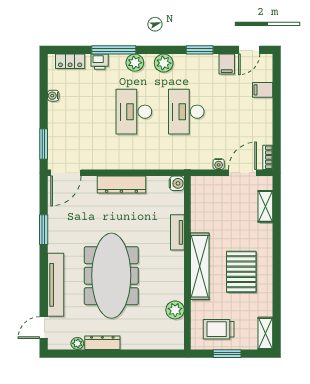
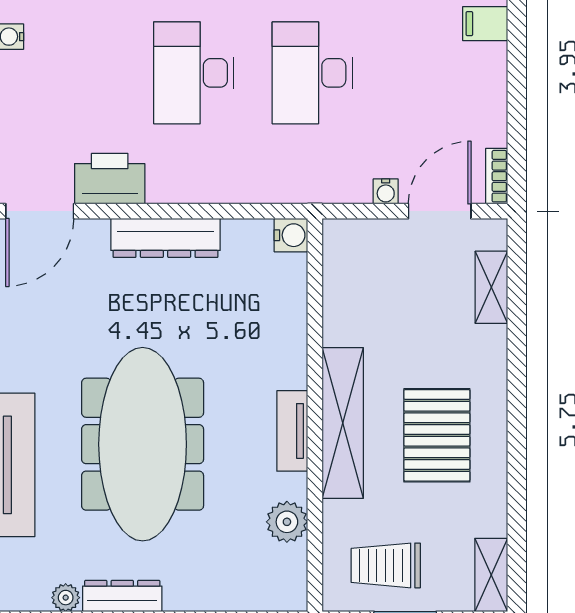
printer: (97, 158) -> (110, 179), added
tv unit: (177, 232) -> (292, 431), moved

